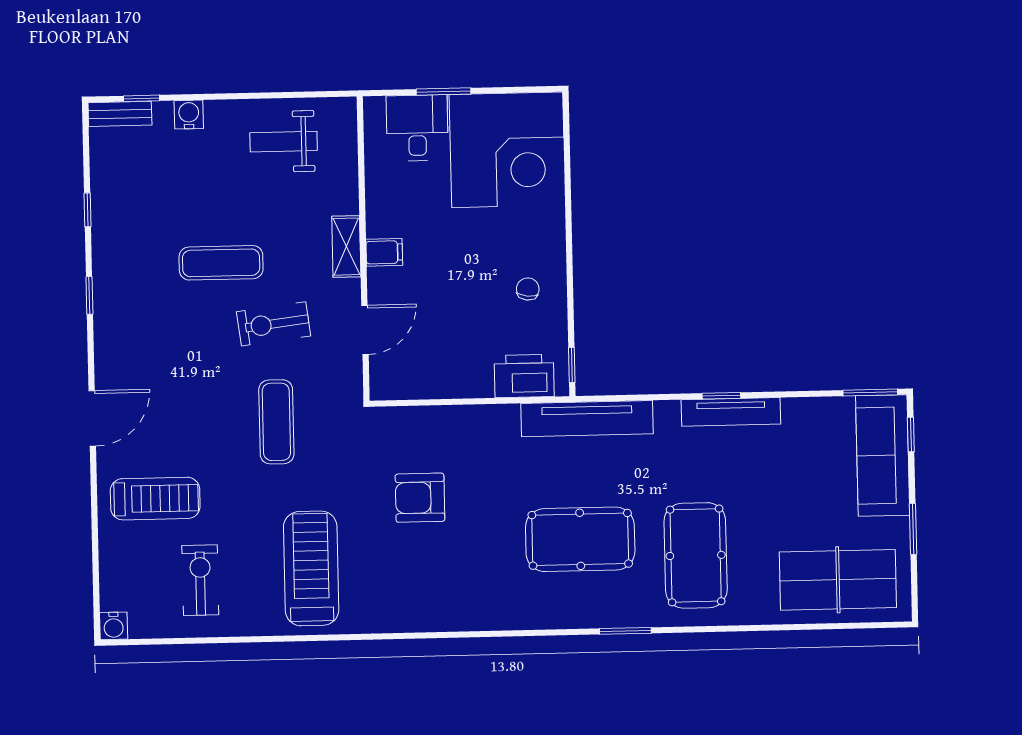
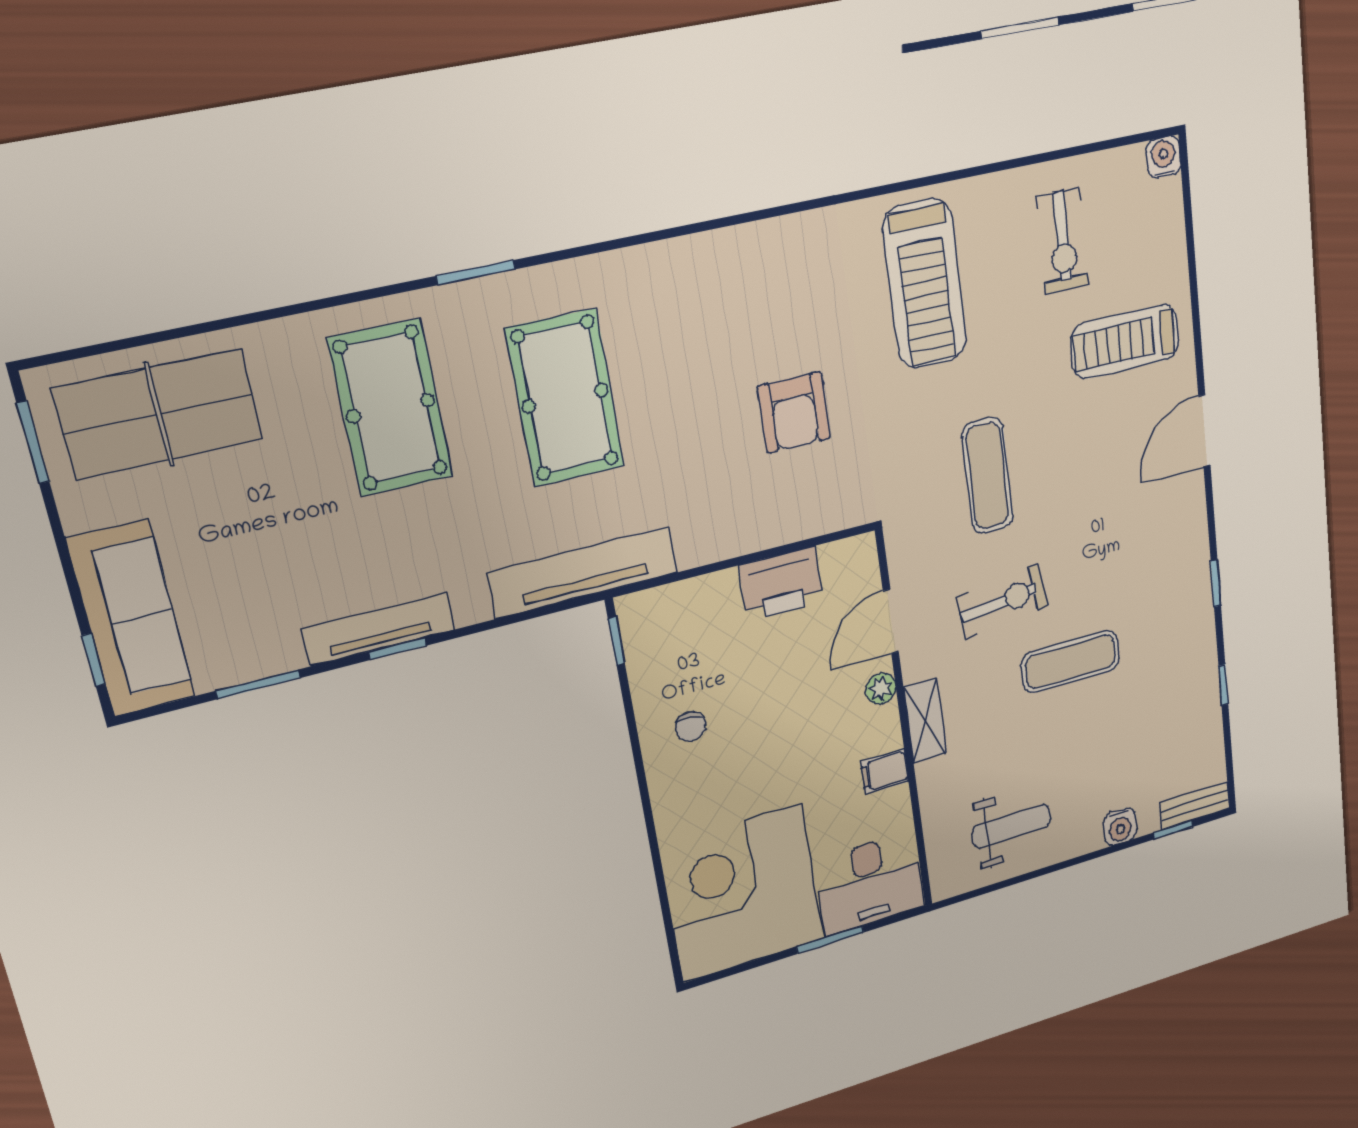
desk: (417, 128) -> (870, 883), width x1.37
filing cabinet: (384, 252) -> (885, 772), moved
plant: (379, 280) -> (881, 689), added
printer: (524, 376) -> (781, 584), moved
window: (870, 392) -> (258, 684), moved
armchair: (420, 498) -> (794, 412), turned 90
window: (913, 529) -> (33, 442), moved
pool table: (580, 539) -> (565, 398), turned 90

